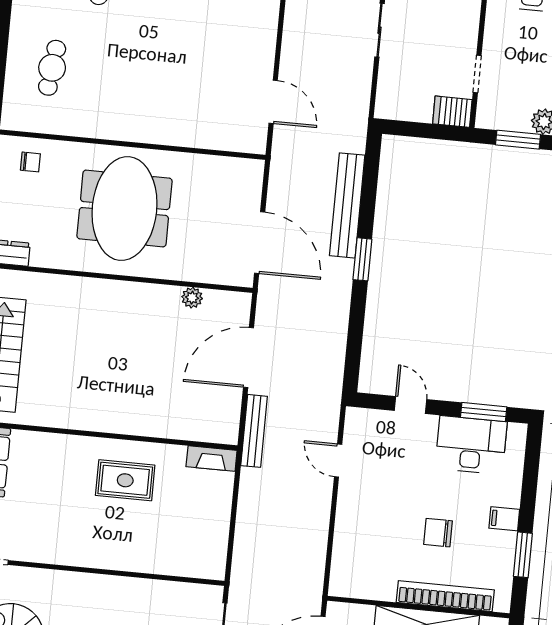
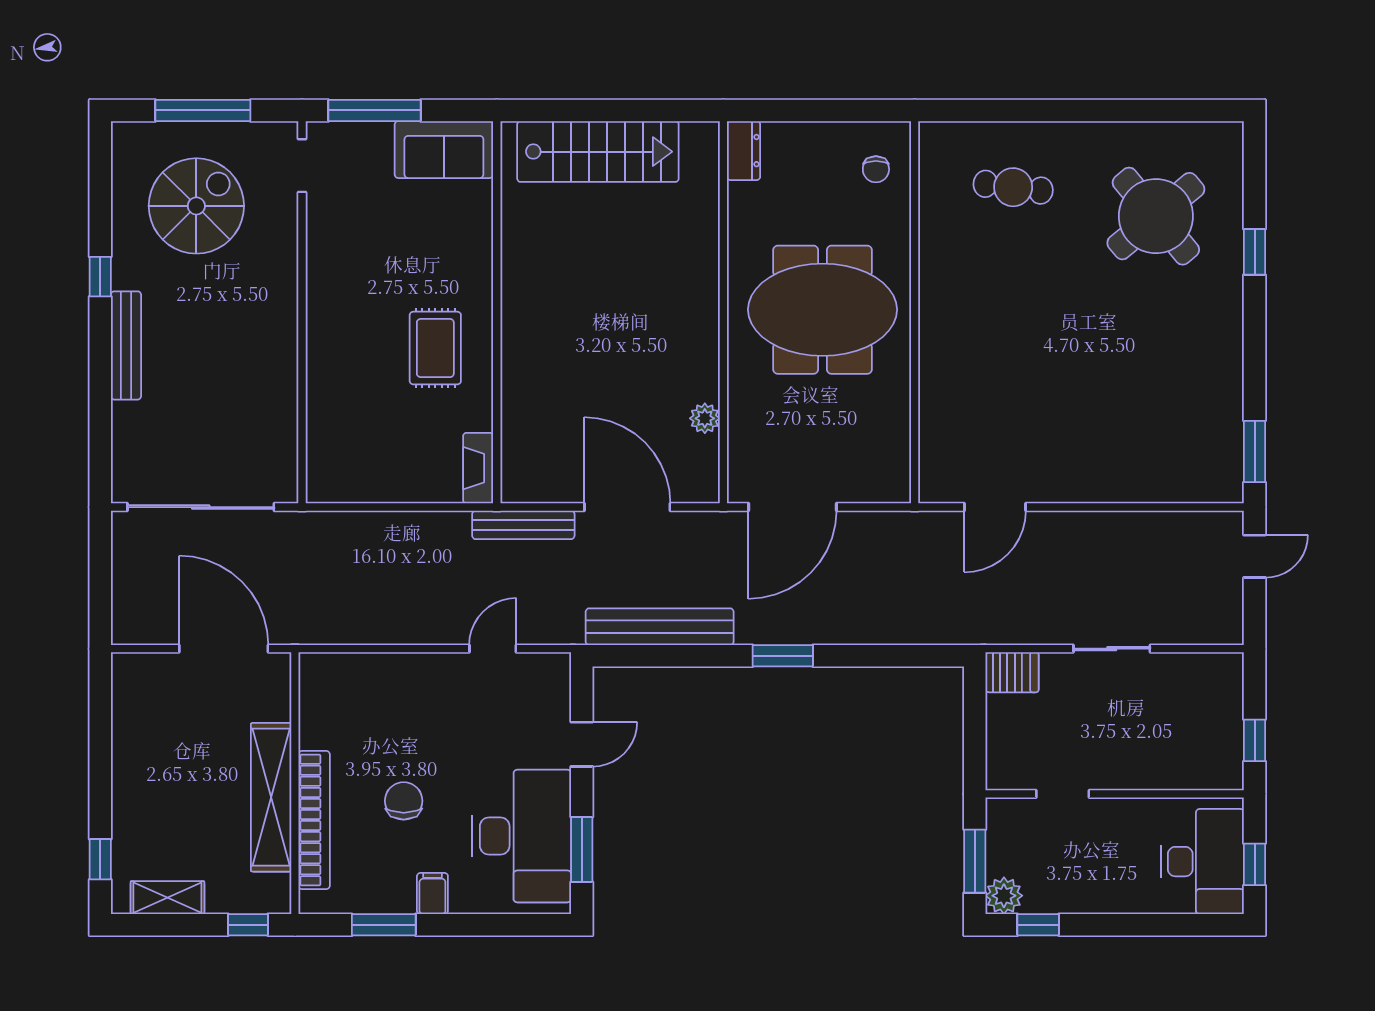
server rack: (452, 112) -> (1012, 672), moved, turned 90
bench: (347, 205) -> (660, 627), moved
desk: (471, 445) -> (522, 836), width x1.36, depth x1.30

